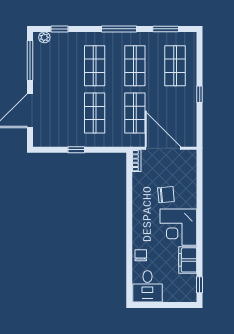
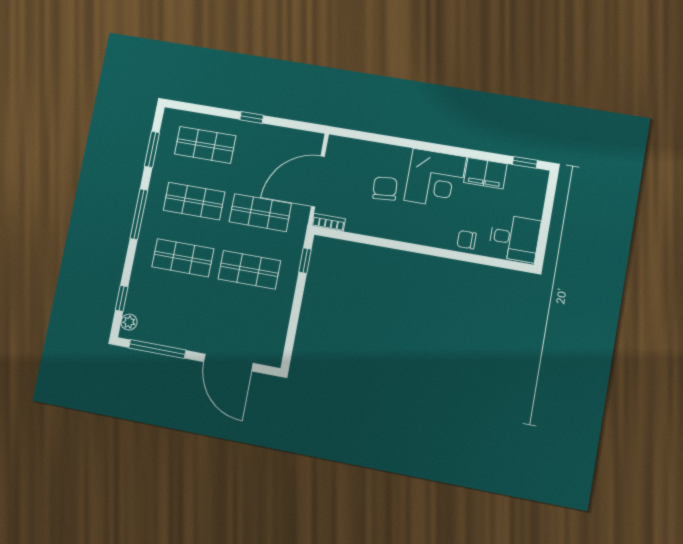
window: (76, 150) -> (305, 261), moved

